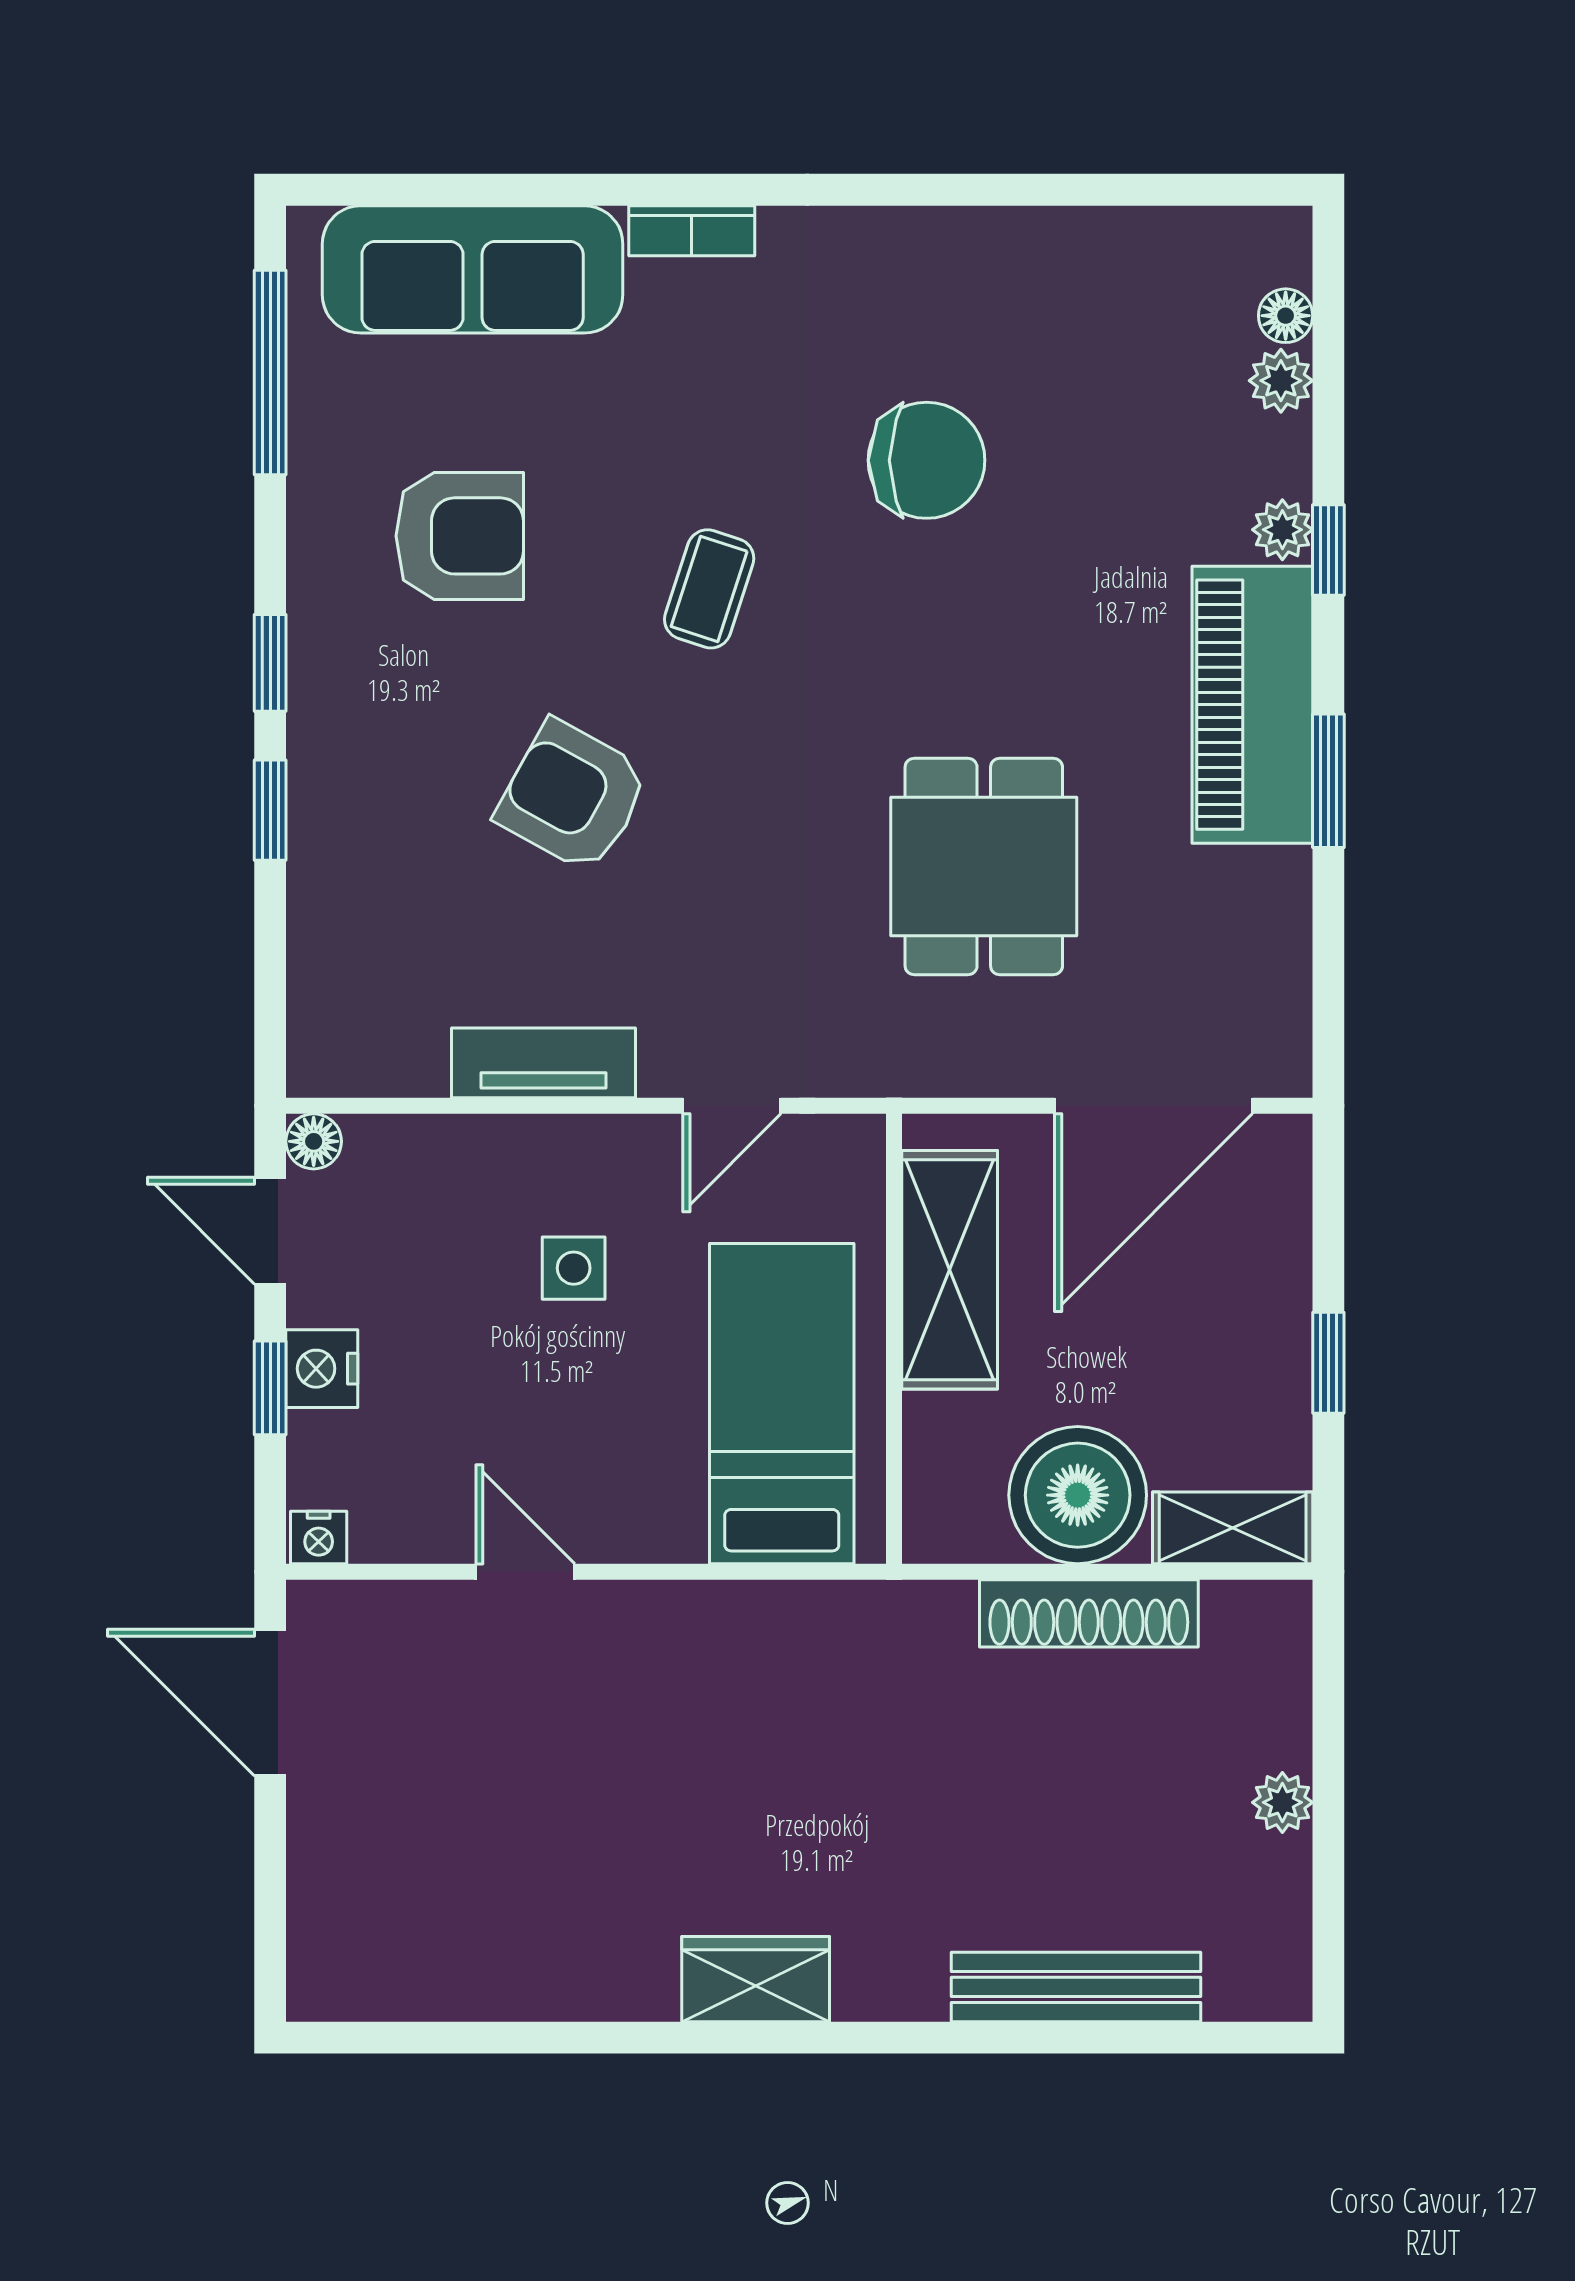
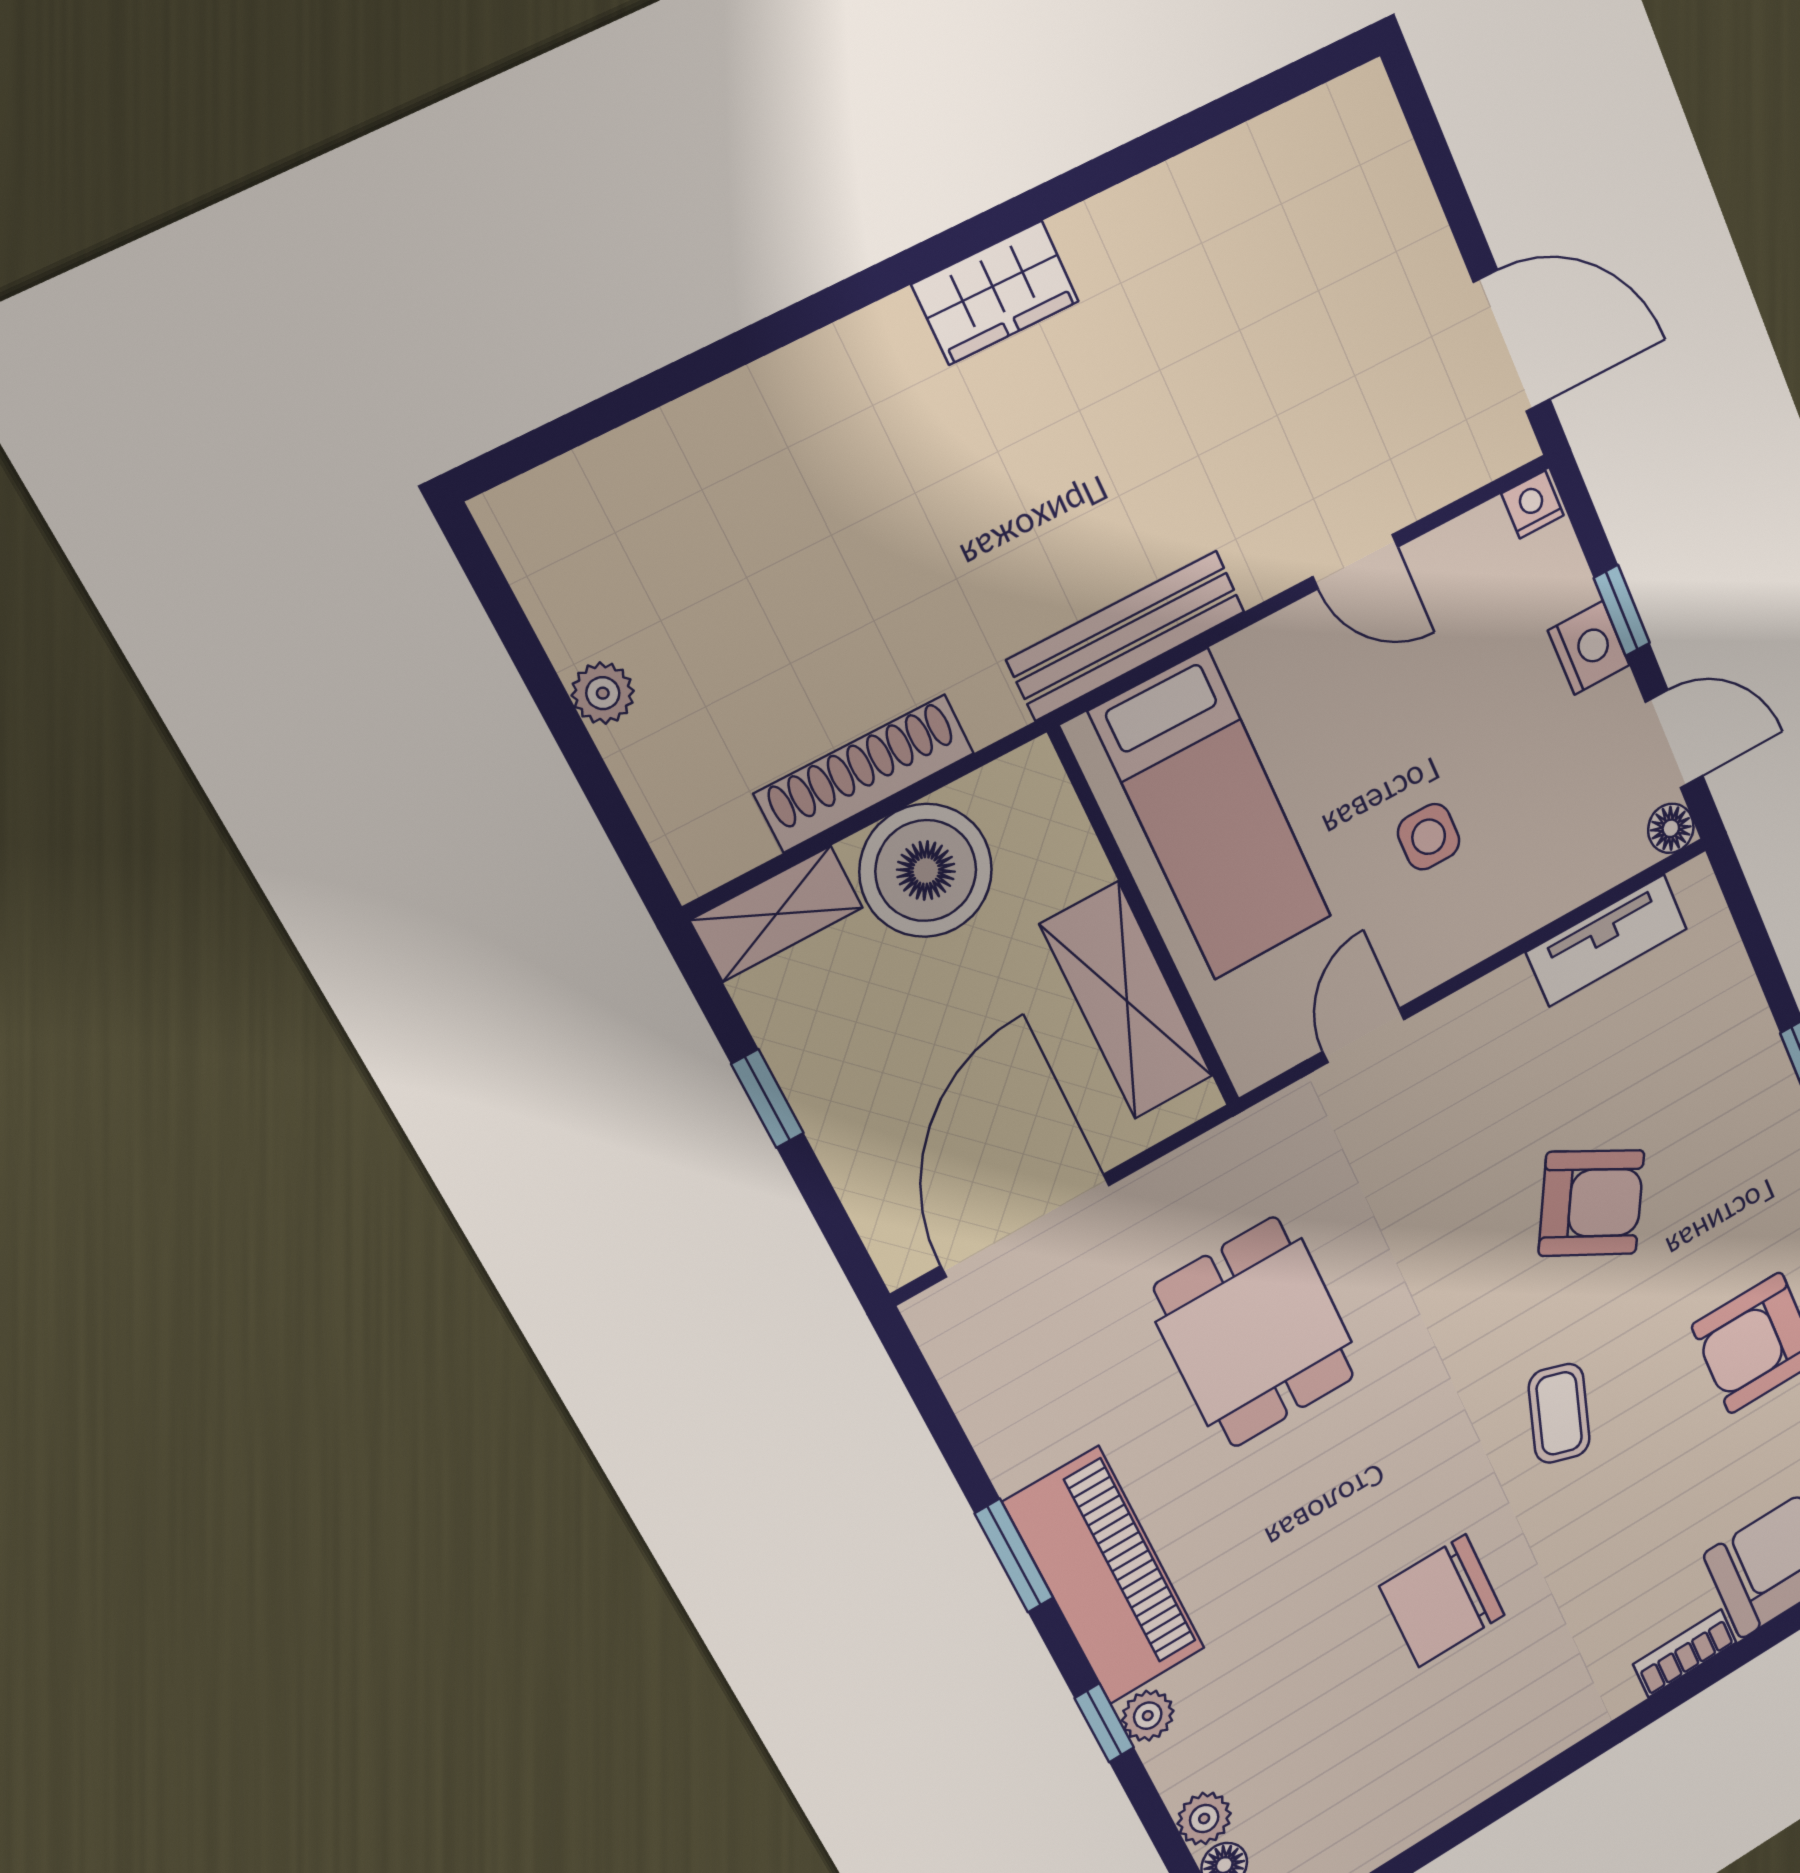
tv unit: (544, 1063) -> (1607, 941), moved
bench: (1076, 1987) -> (1126, 636), moved

